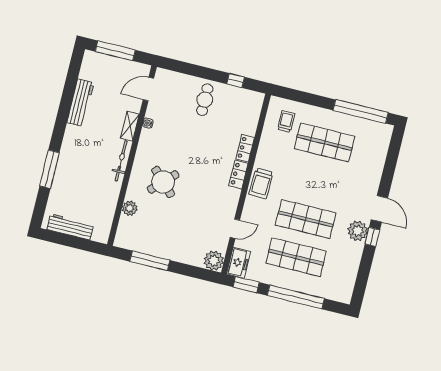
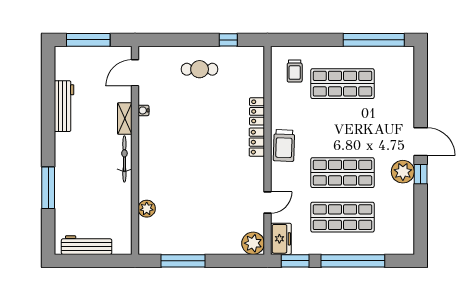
cafe table: (205, 100) -> (200, 69), turned 90
trolley: (286, 121) -> (295, 71), turned 180
round table: (163, 182) -> (176, 171), removed

